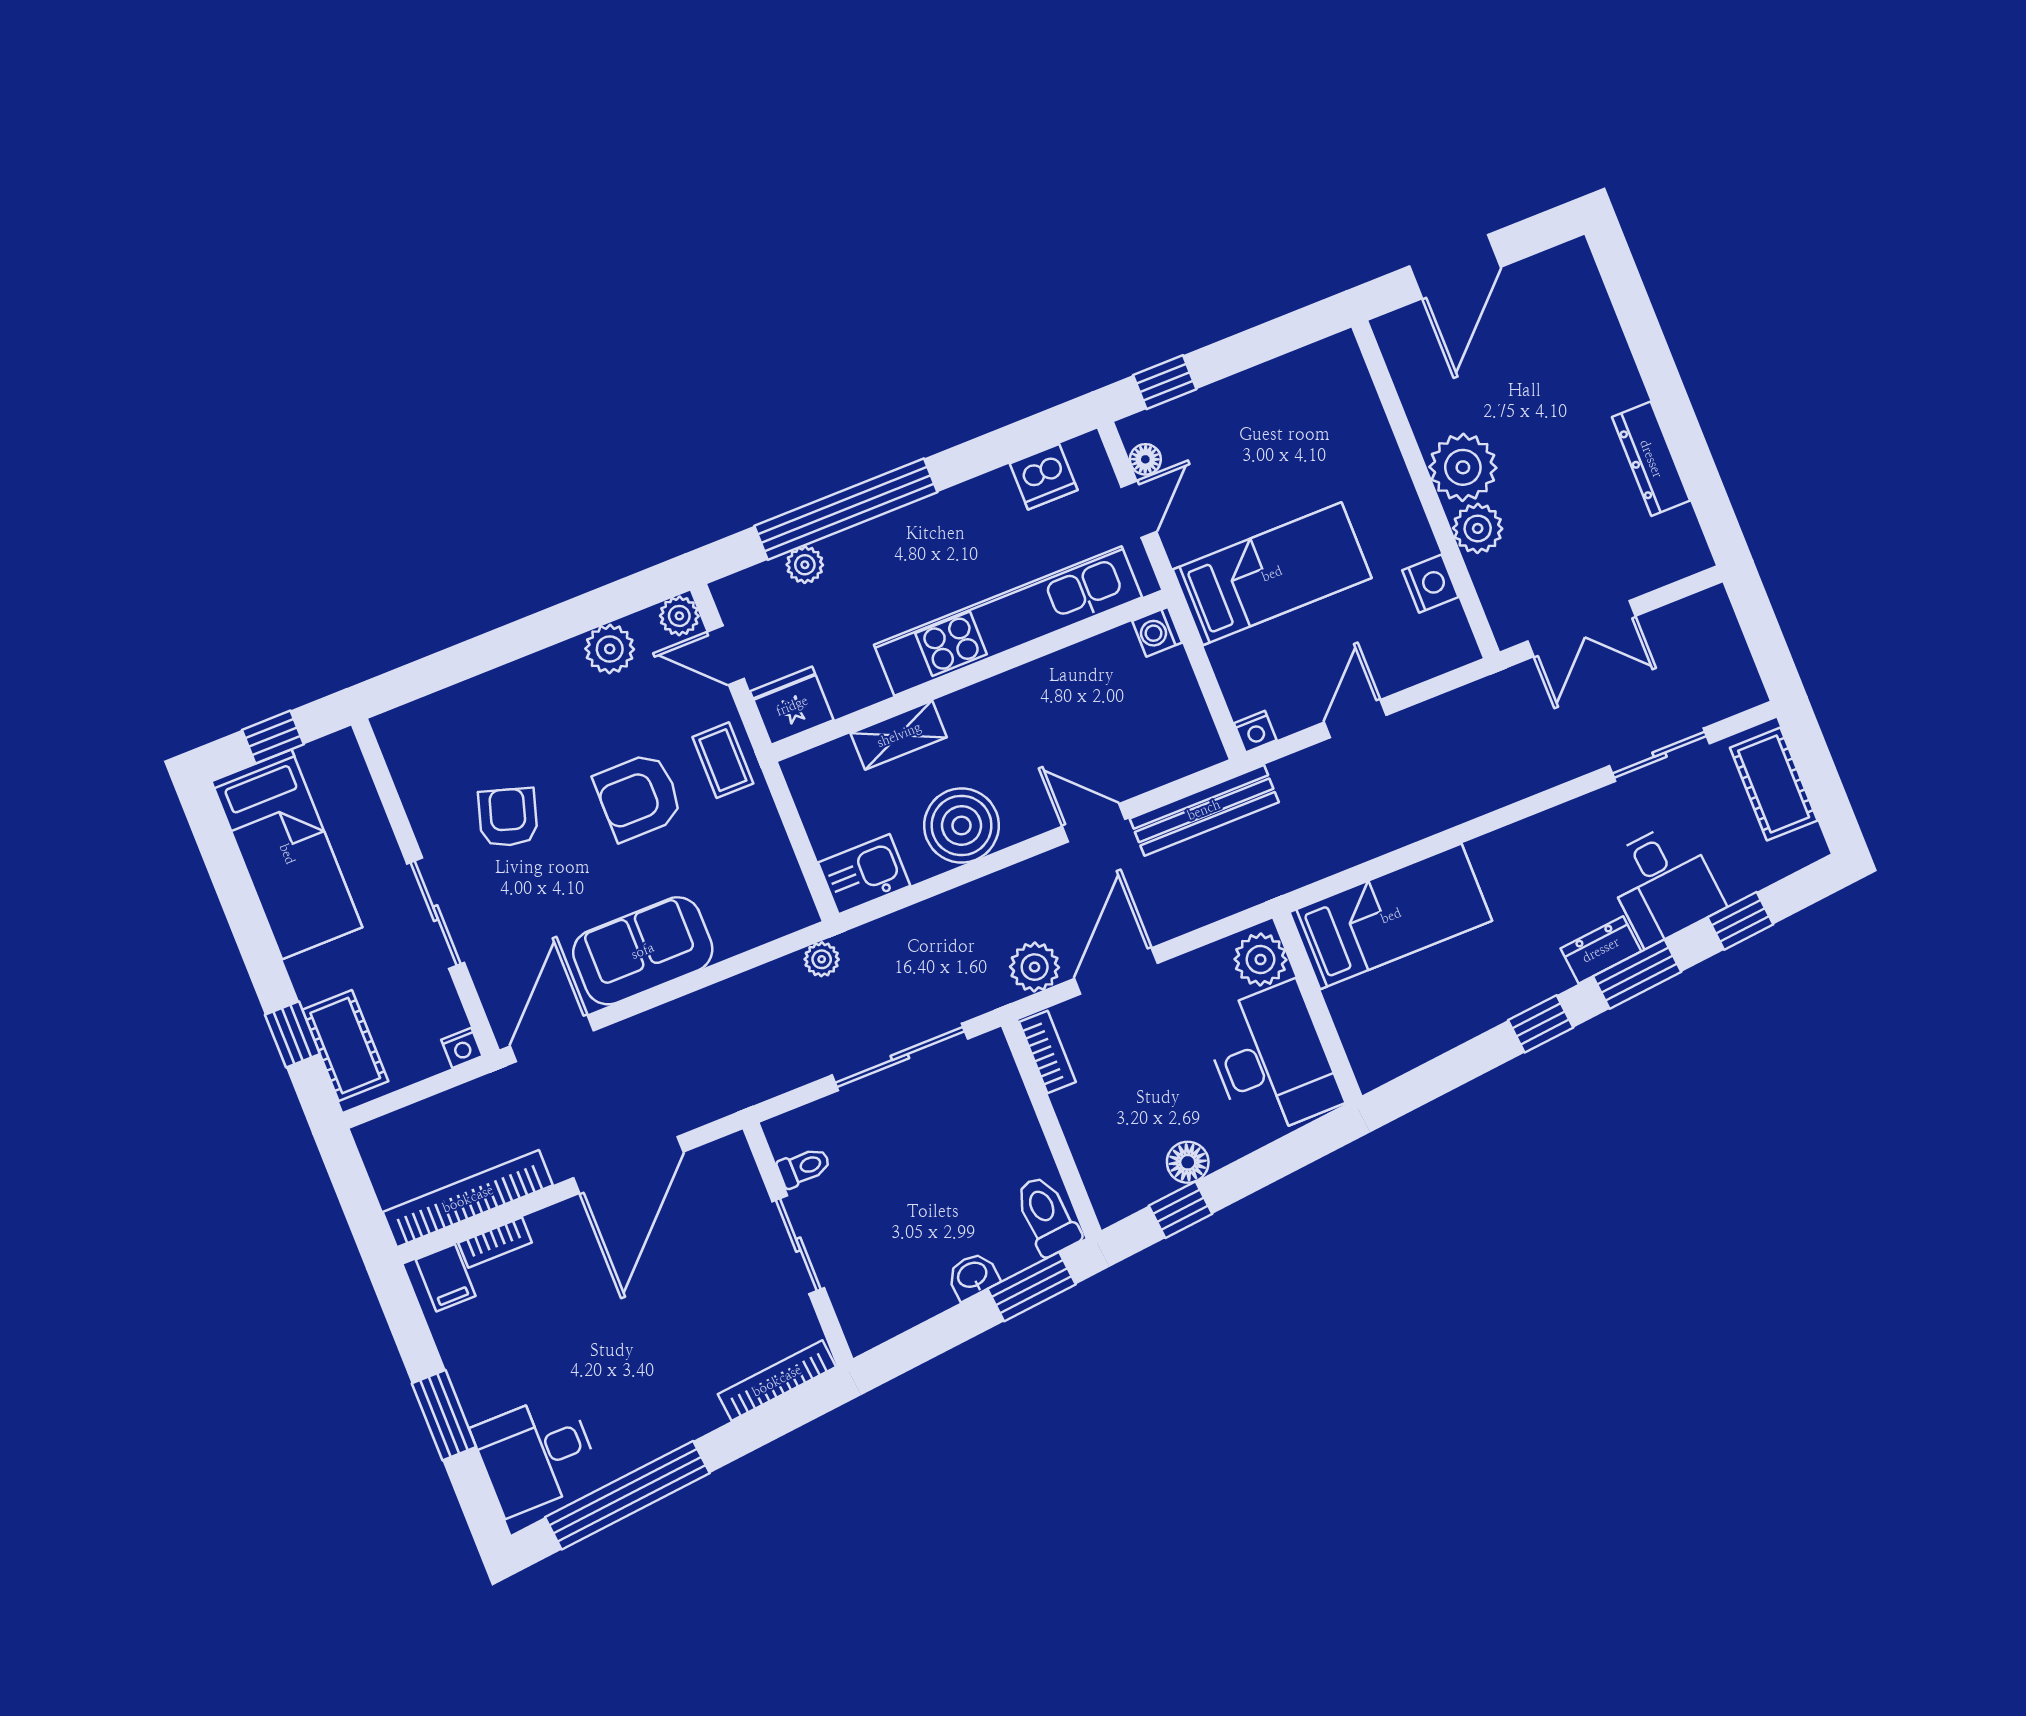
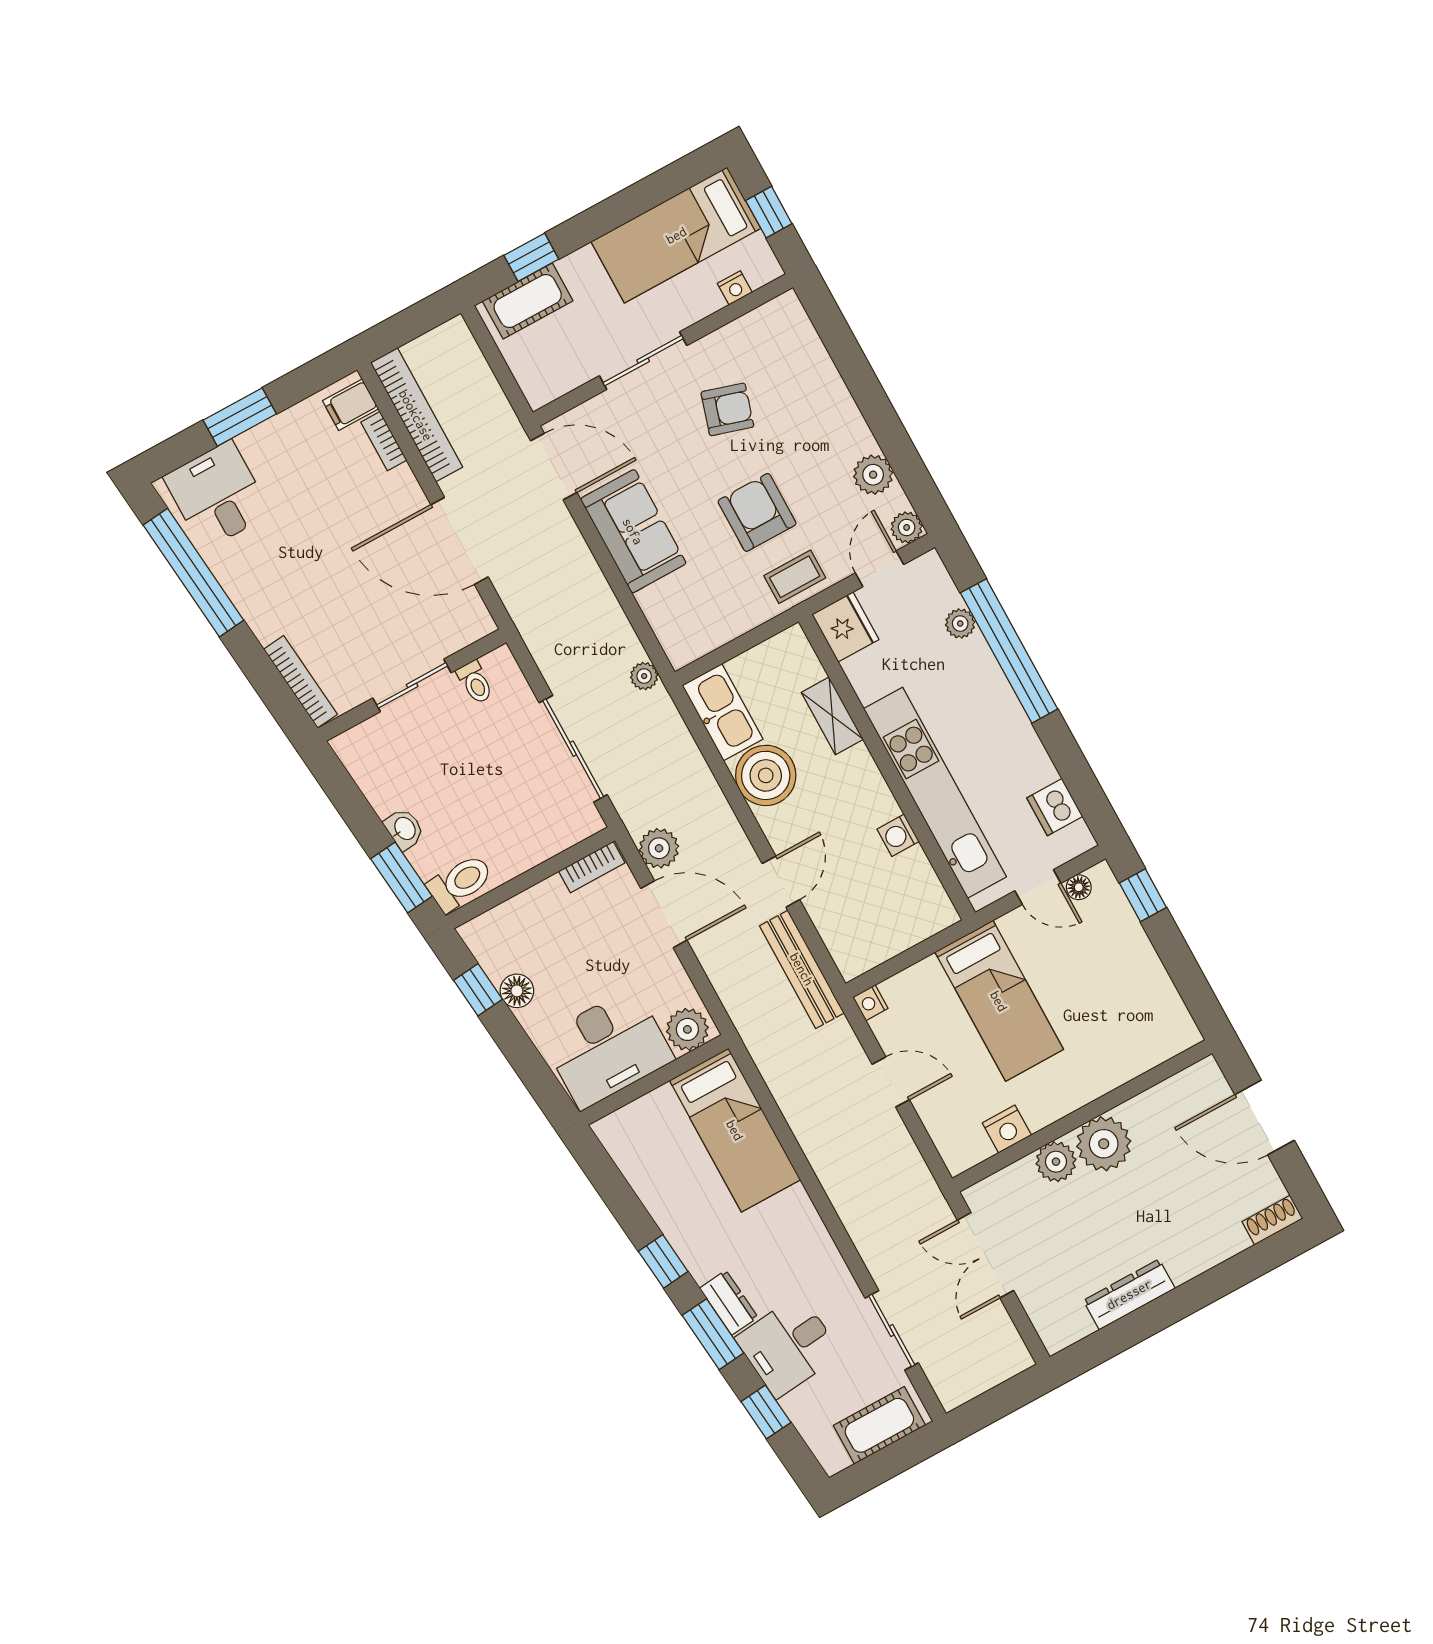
shoe rack: (1582, 272) -> (1272, 1220), added
washing machine: (1157, 632) -> (898, 835), moved, turned -90
kitchen sink: (864, 874) -> (723, 712), width x1.38
nightstand: (462, 1048) -> (735, 288), moved, turned -90

